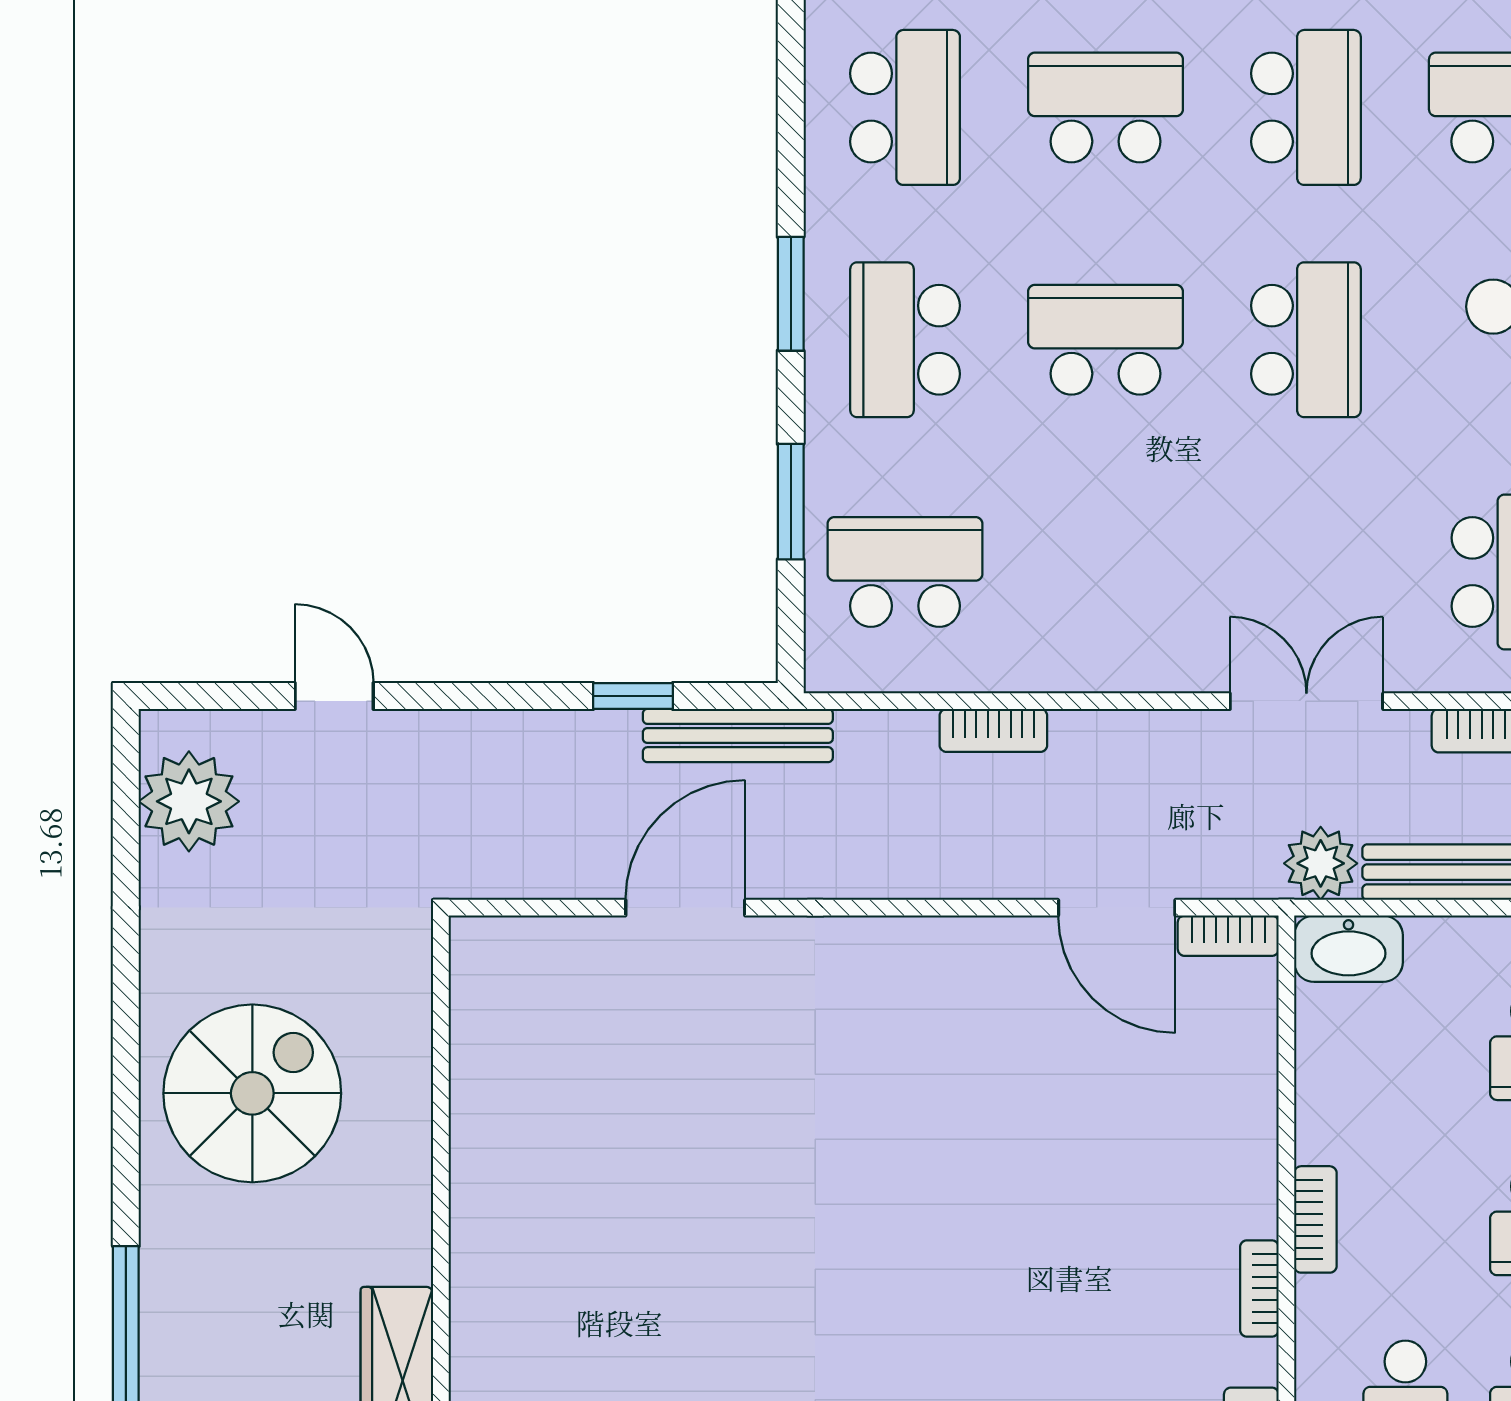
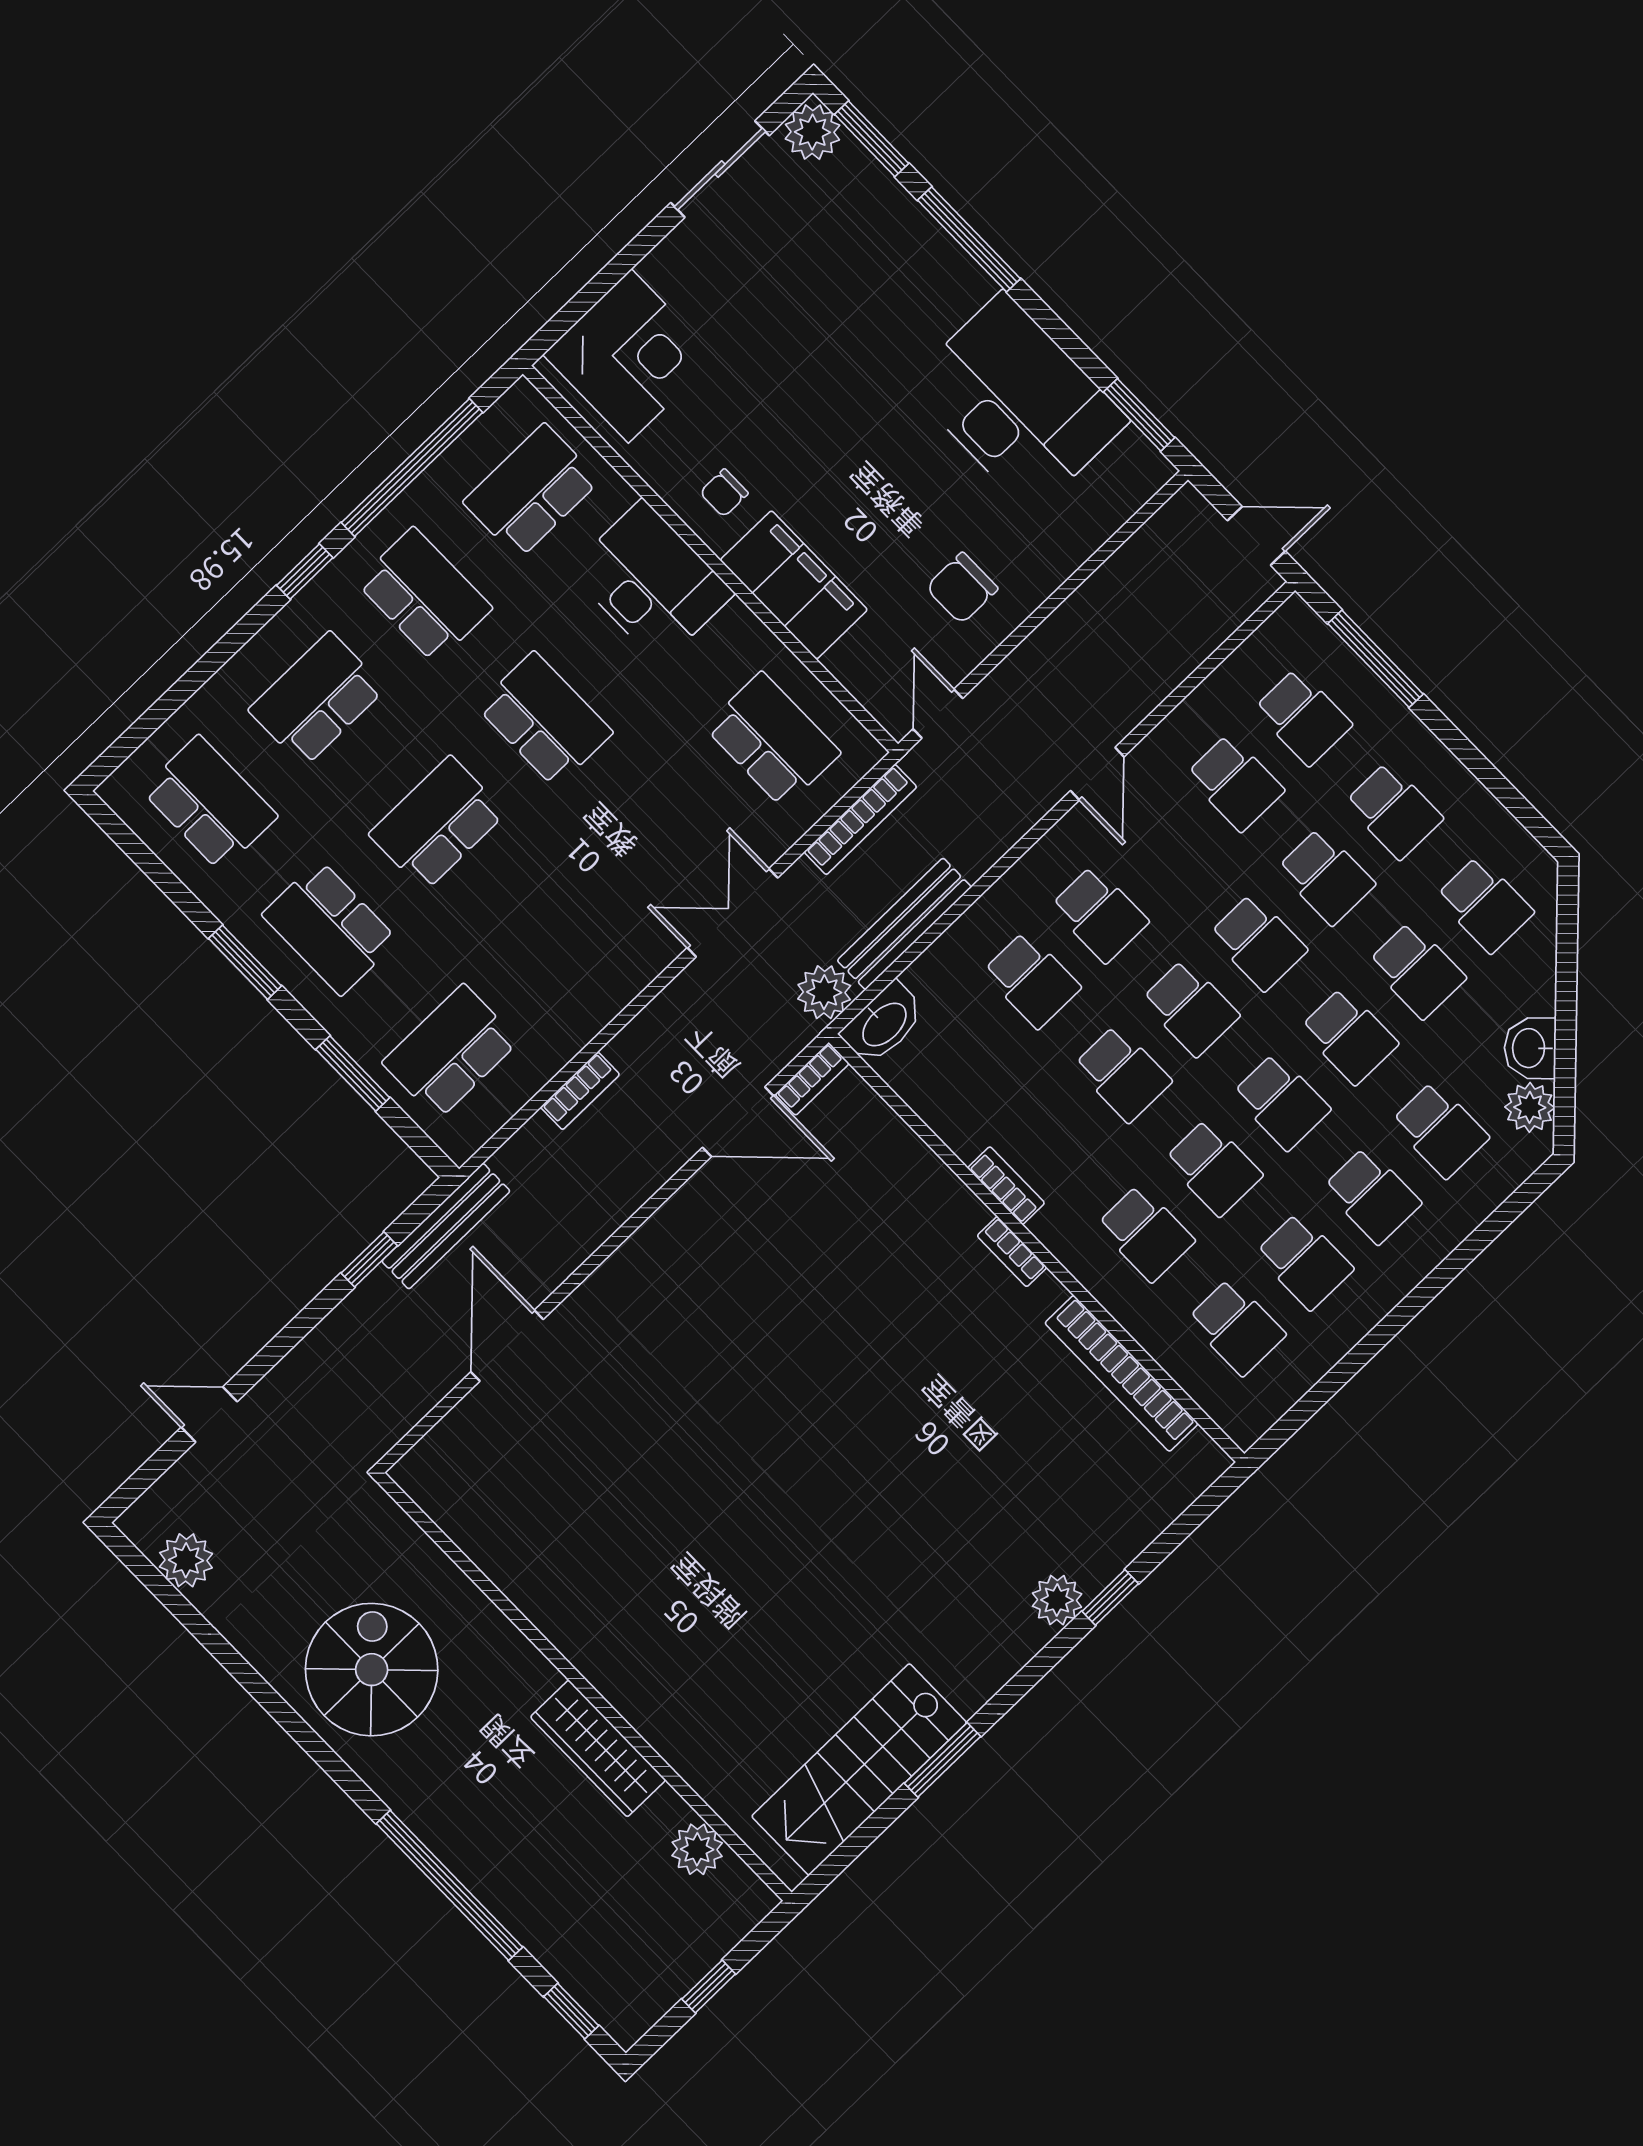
plant: (189, 801) -> (186, 1560), width x0.73, depth x0.73

